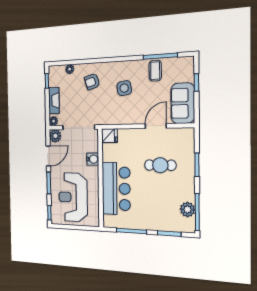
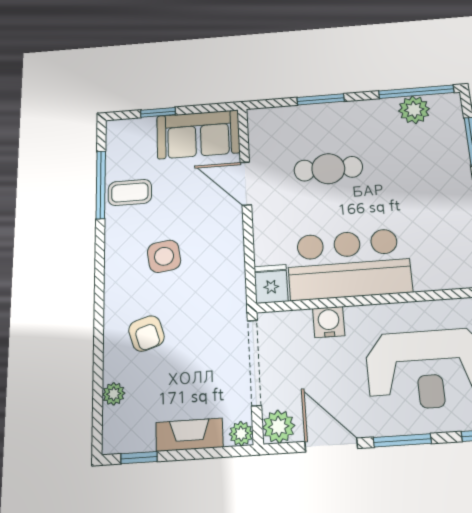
cafe table: (160, 165) -> (328, 169), turned 90
bar counter: (116, 189) -> (349, 264), moved

